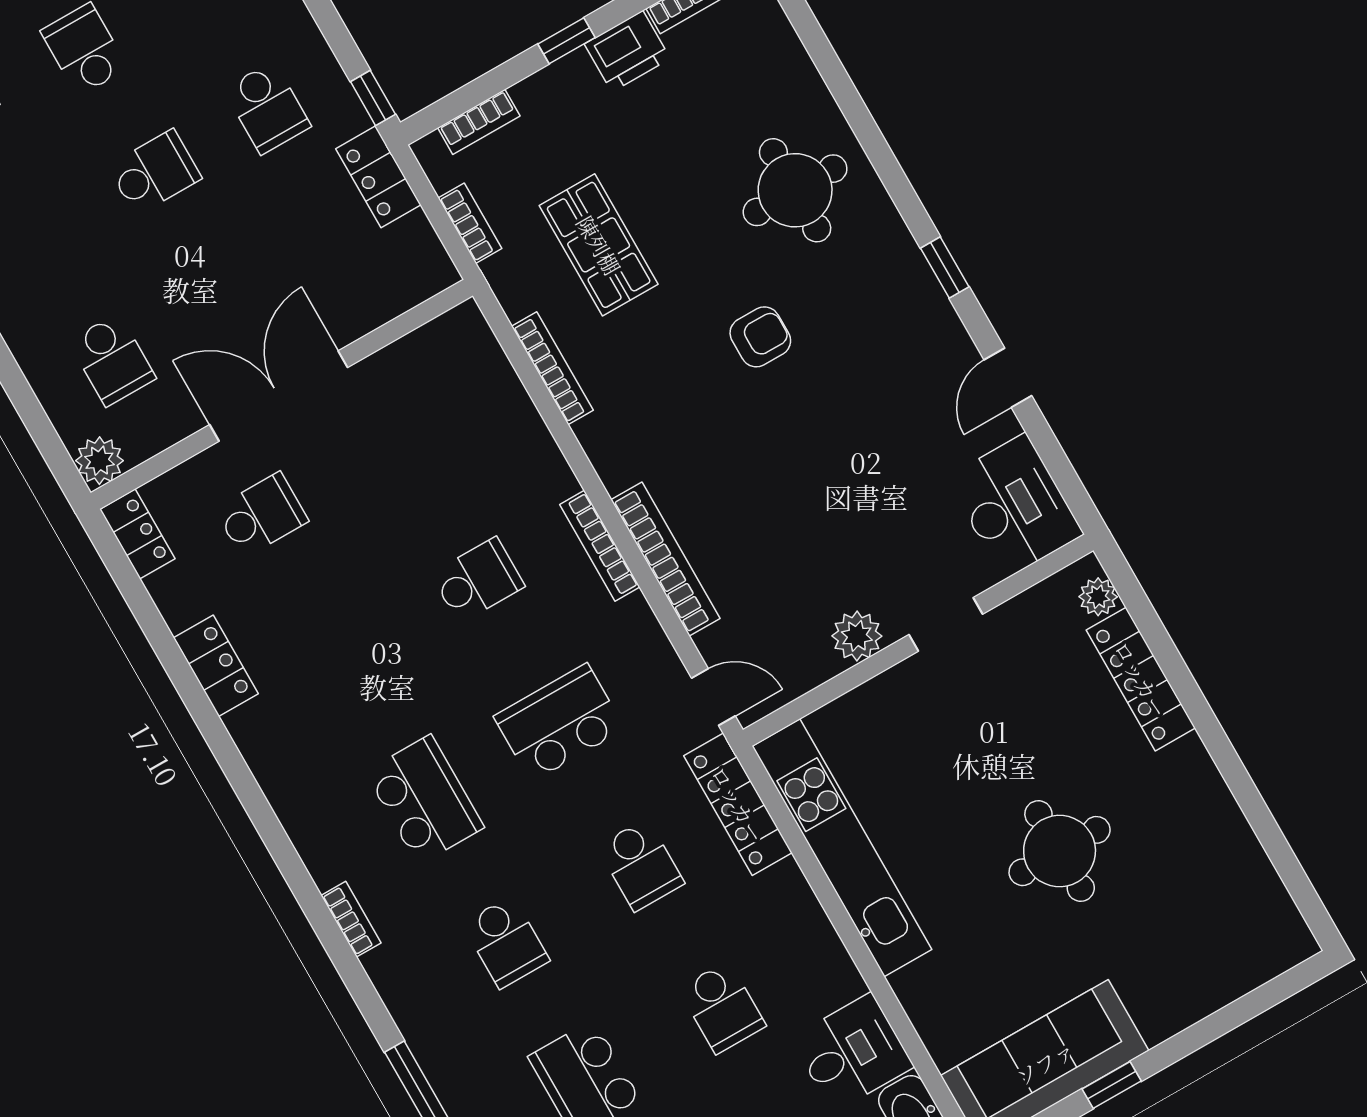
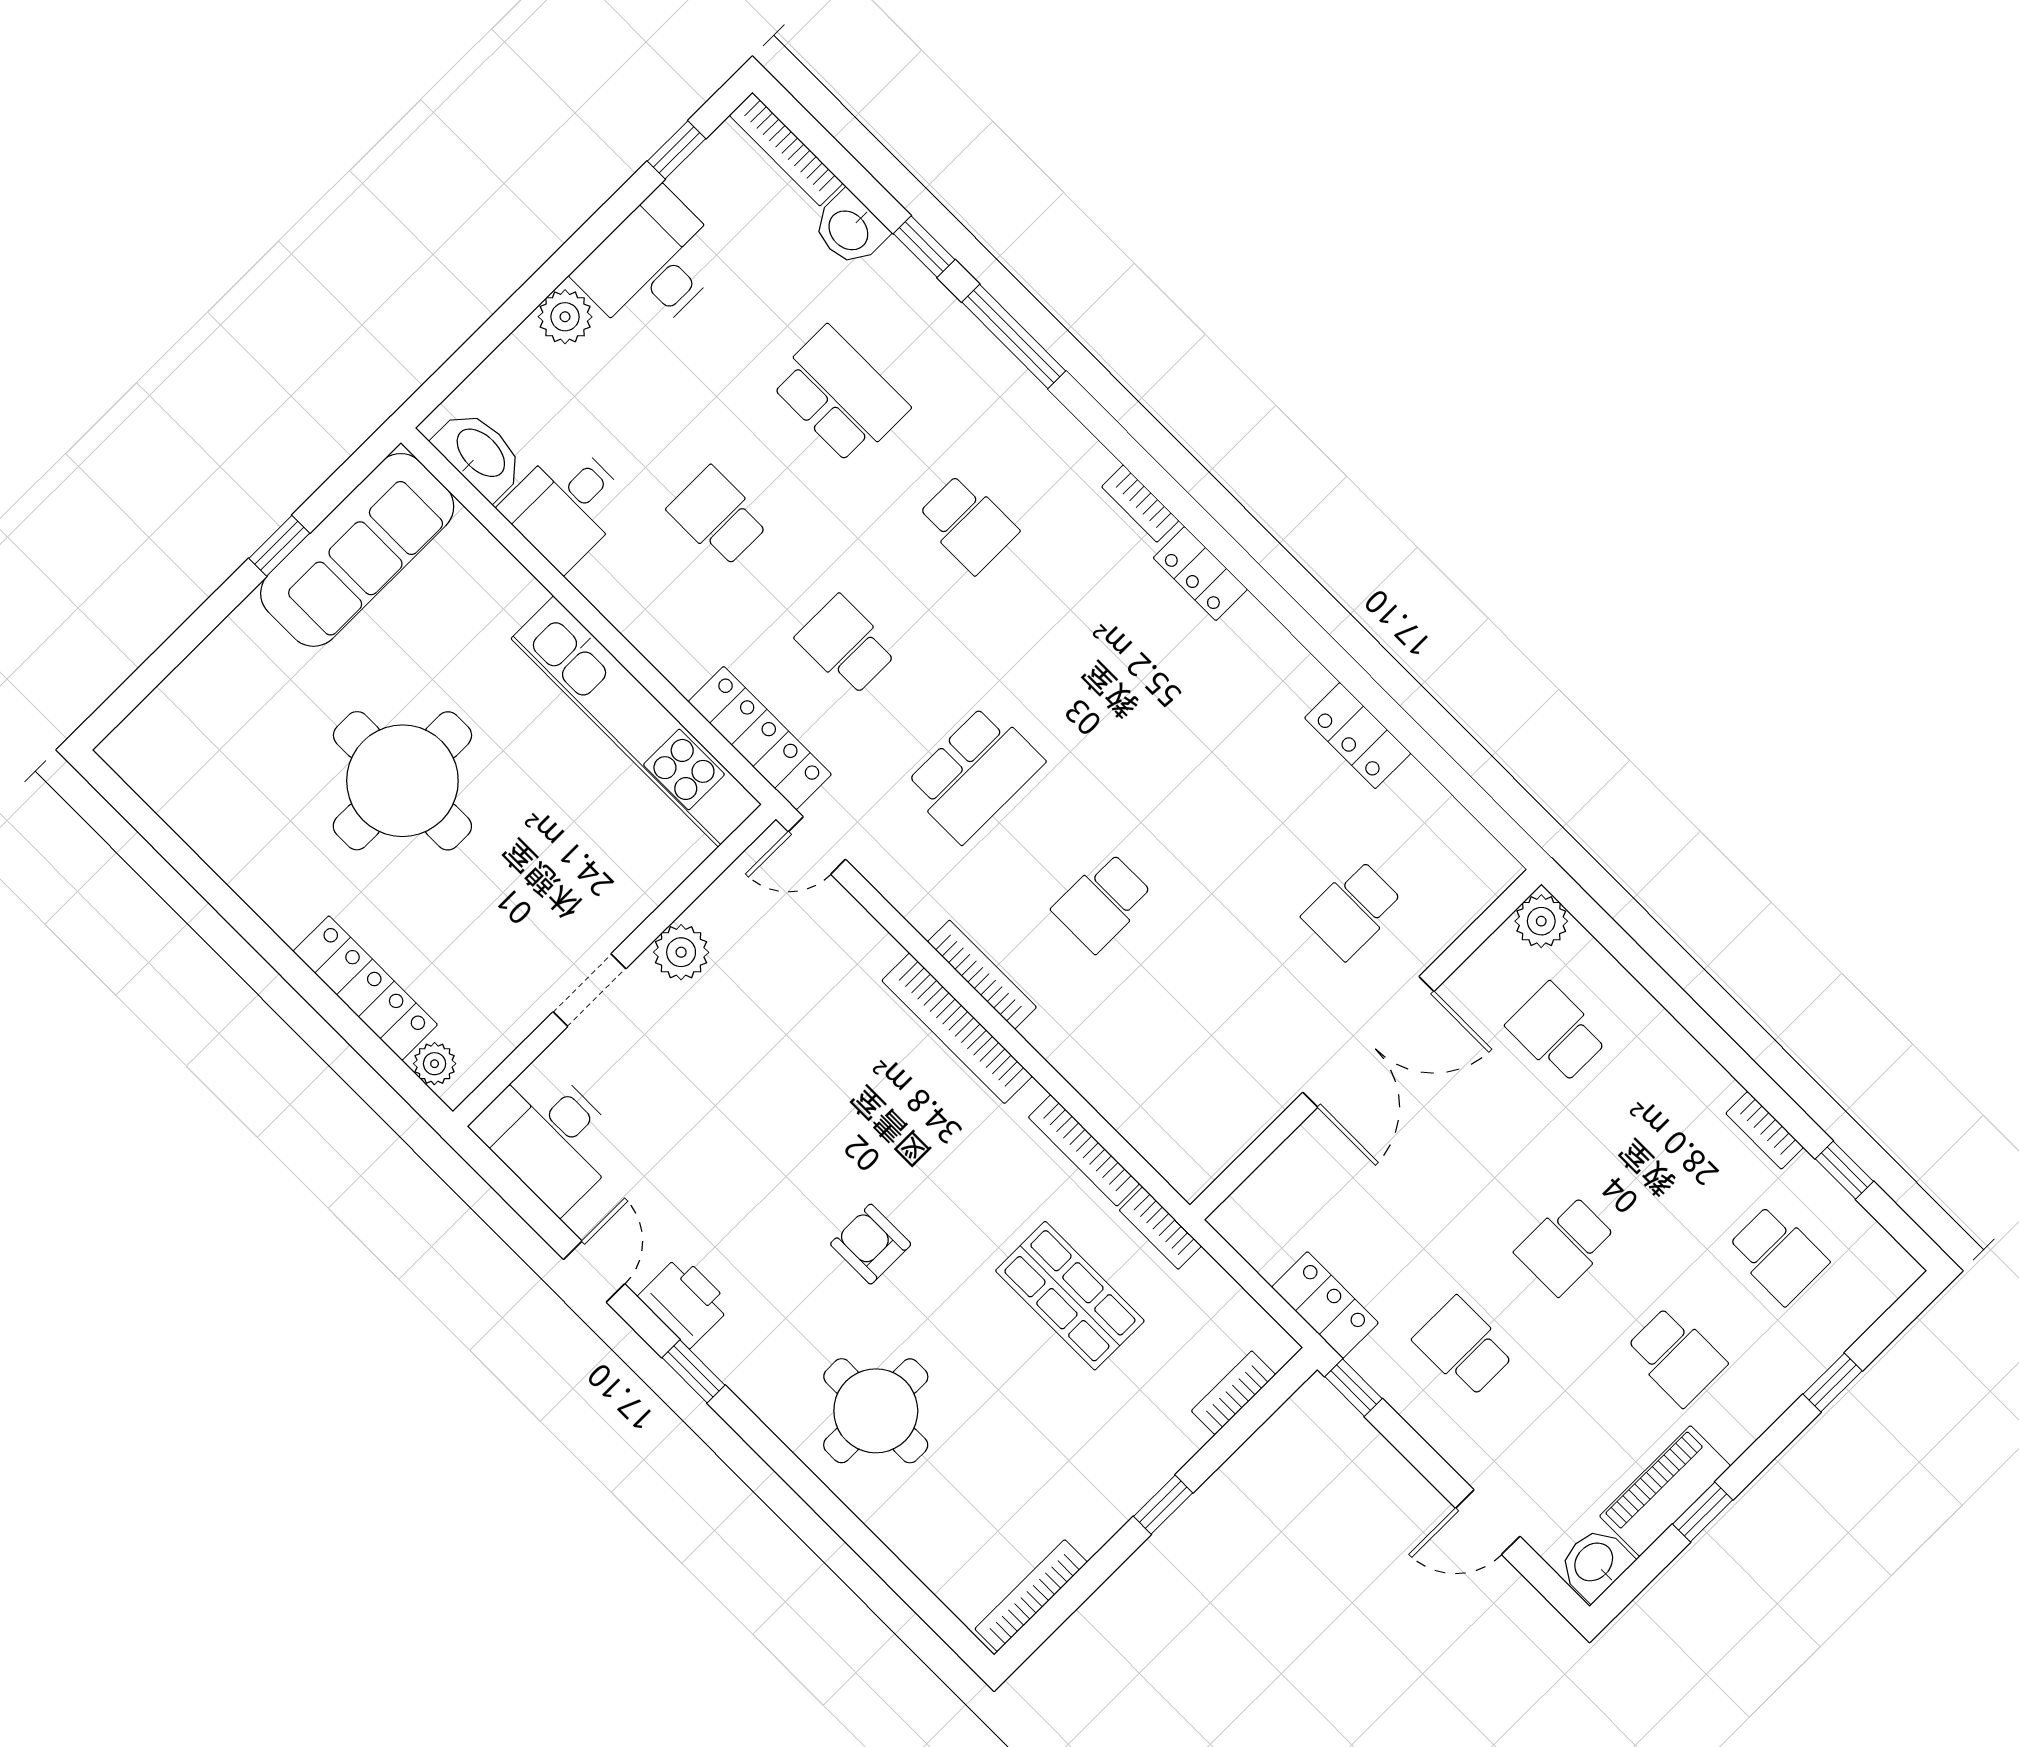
printer: (627, 51) -> (685, 1301), moved, turned 90
bookcase: (470, 223) -> (1160, 1228), moved
armchair: (760, 337) -> (871, 1244), turned 90
locker: (137, 534) -> (1200, 574), moved
bookcase: (665, 559) -> (957, 1028), moved
school desk: (424, 800) -> (1096, 652), removed
round table: (1060, 851) -> (402, 781), width x1.36, depth x1.36
school desk: (506, 942) -> (968, 524), turned 180

